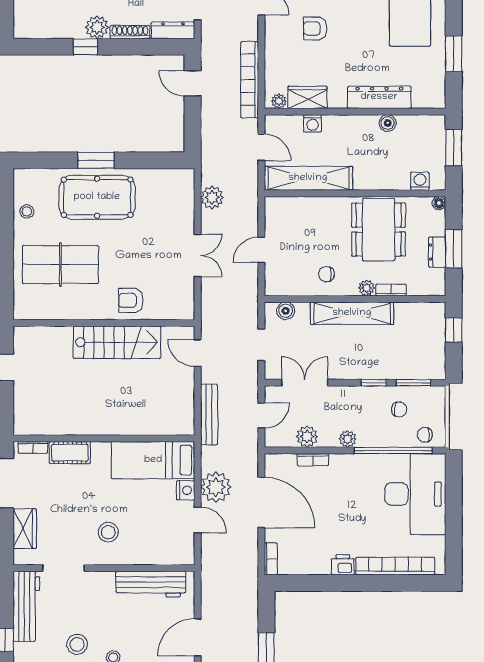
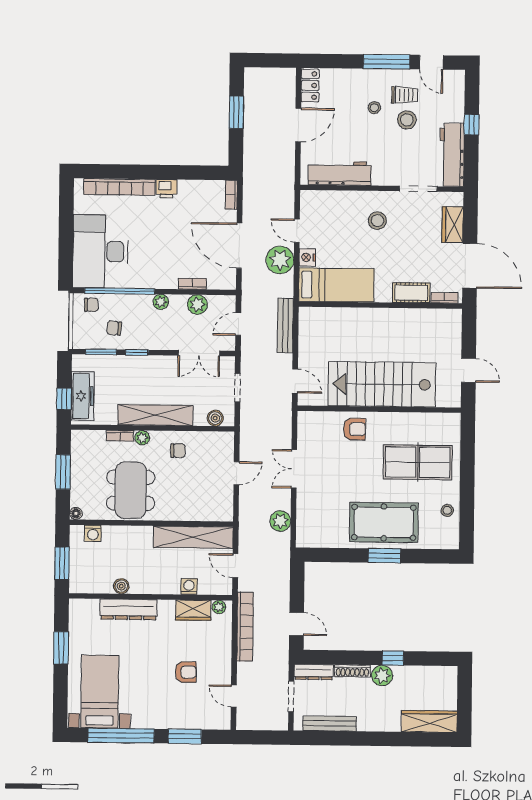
dresser: (437, 252) -> (78, 469), removed
freezer: (433, 334) -> (83, 396), added
stairs: (117, 342) -> (382, 384), width x1.36, depth x1.51

